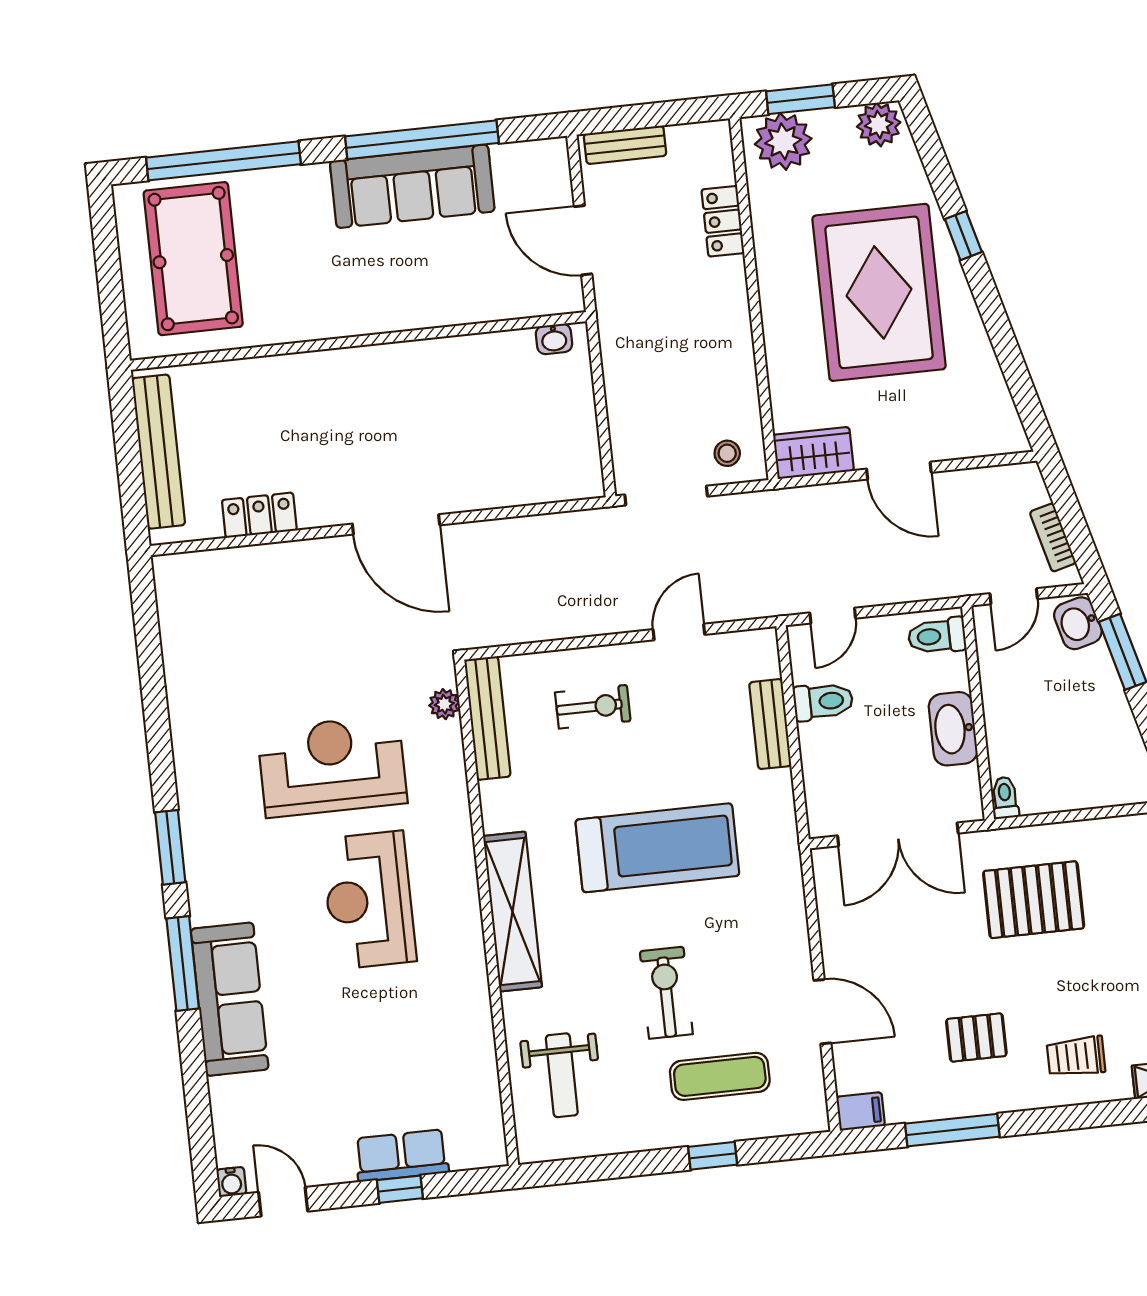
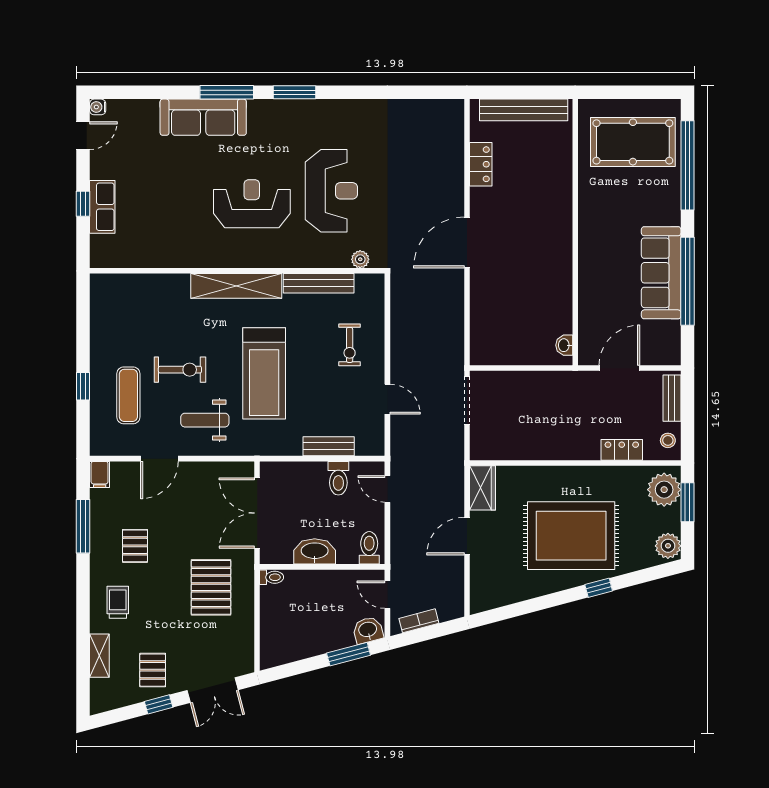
stool: (727, 453) -> (668, 440), moved
bench: (487, 718) -> (319, 283), moved
weight bench: (562, 1075) -> (205, 420), moved

